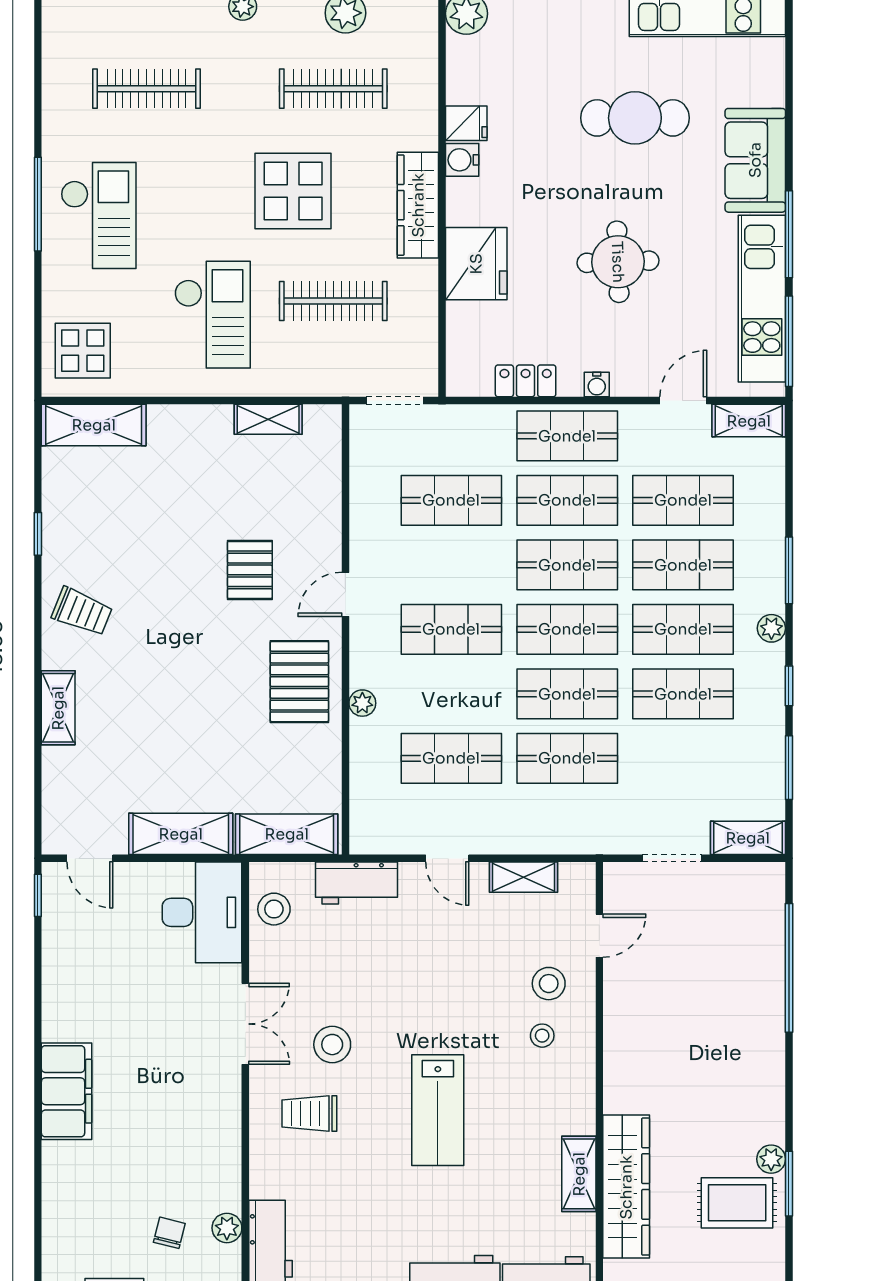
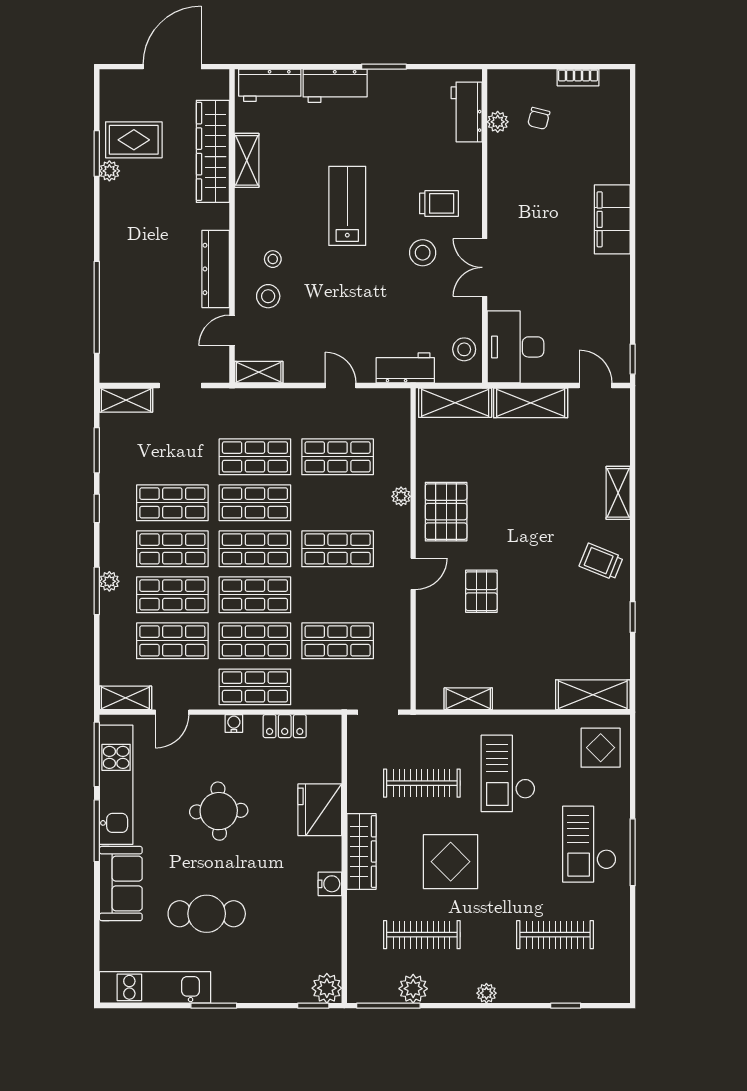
fridge: (466, 123) -> (327, 910), removed
plant: (771, 628) -> (109, 581), moved
shelving: (524, 877) -> (259, 372), moved
dresser: (622, 1022) -> (216, 269), added

